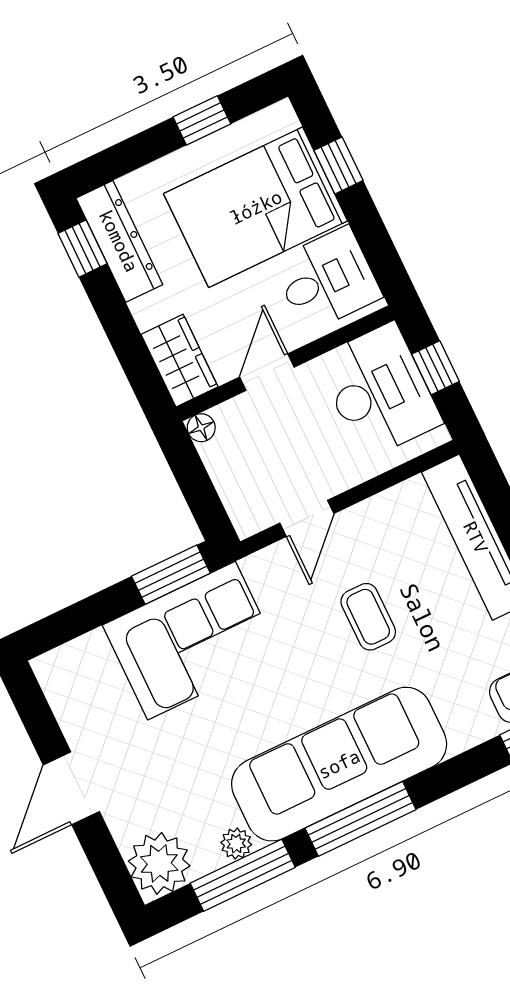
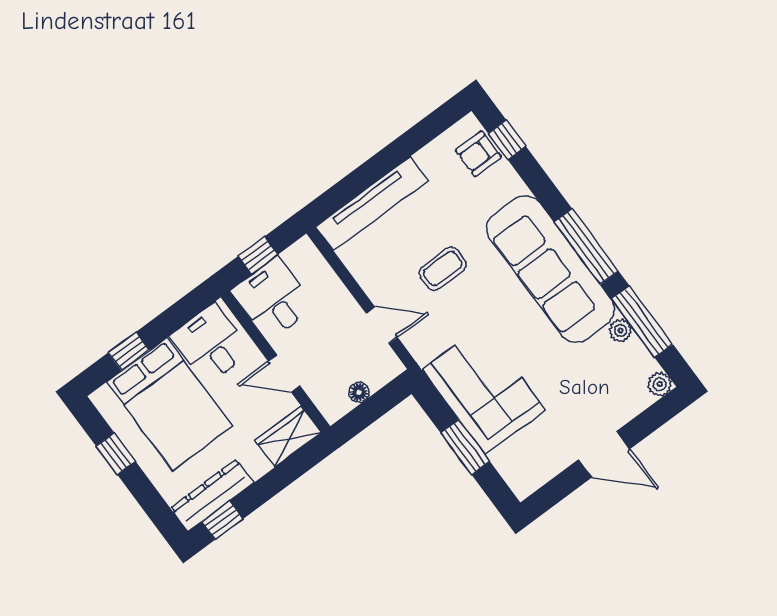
desk: (379, 391) -> (273, 299), width x0.73
floor lamp: (201, 428) -> (359, 392), moved
window: (171, 575) -> (465, 447), moved
plant: (159, 863) -> (660, 384), width x0.53, depth x0.53

